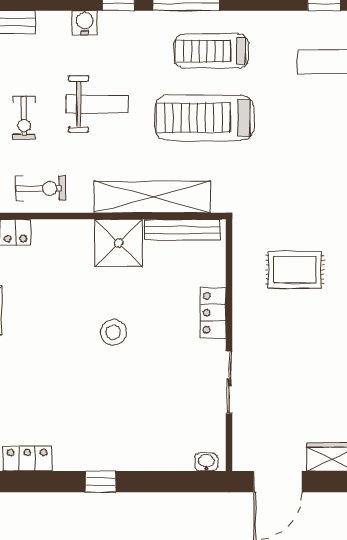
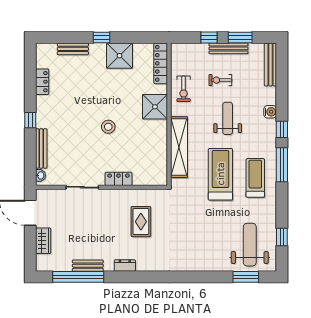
weight bench: (97, 104) -> (228, 118), turned 180
bench: (182, 230) -> (41, 148), moved
shower: (119, 243) -> (155, 107), moved

